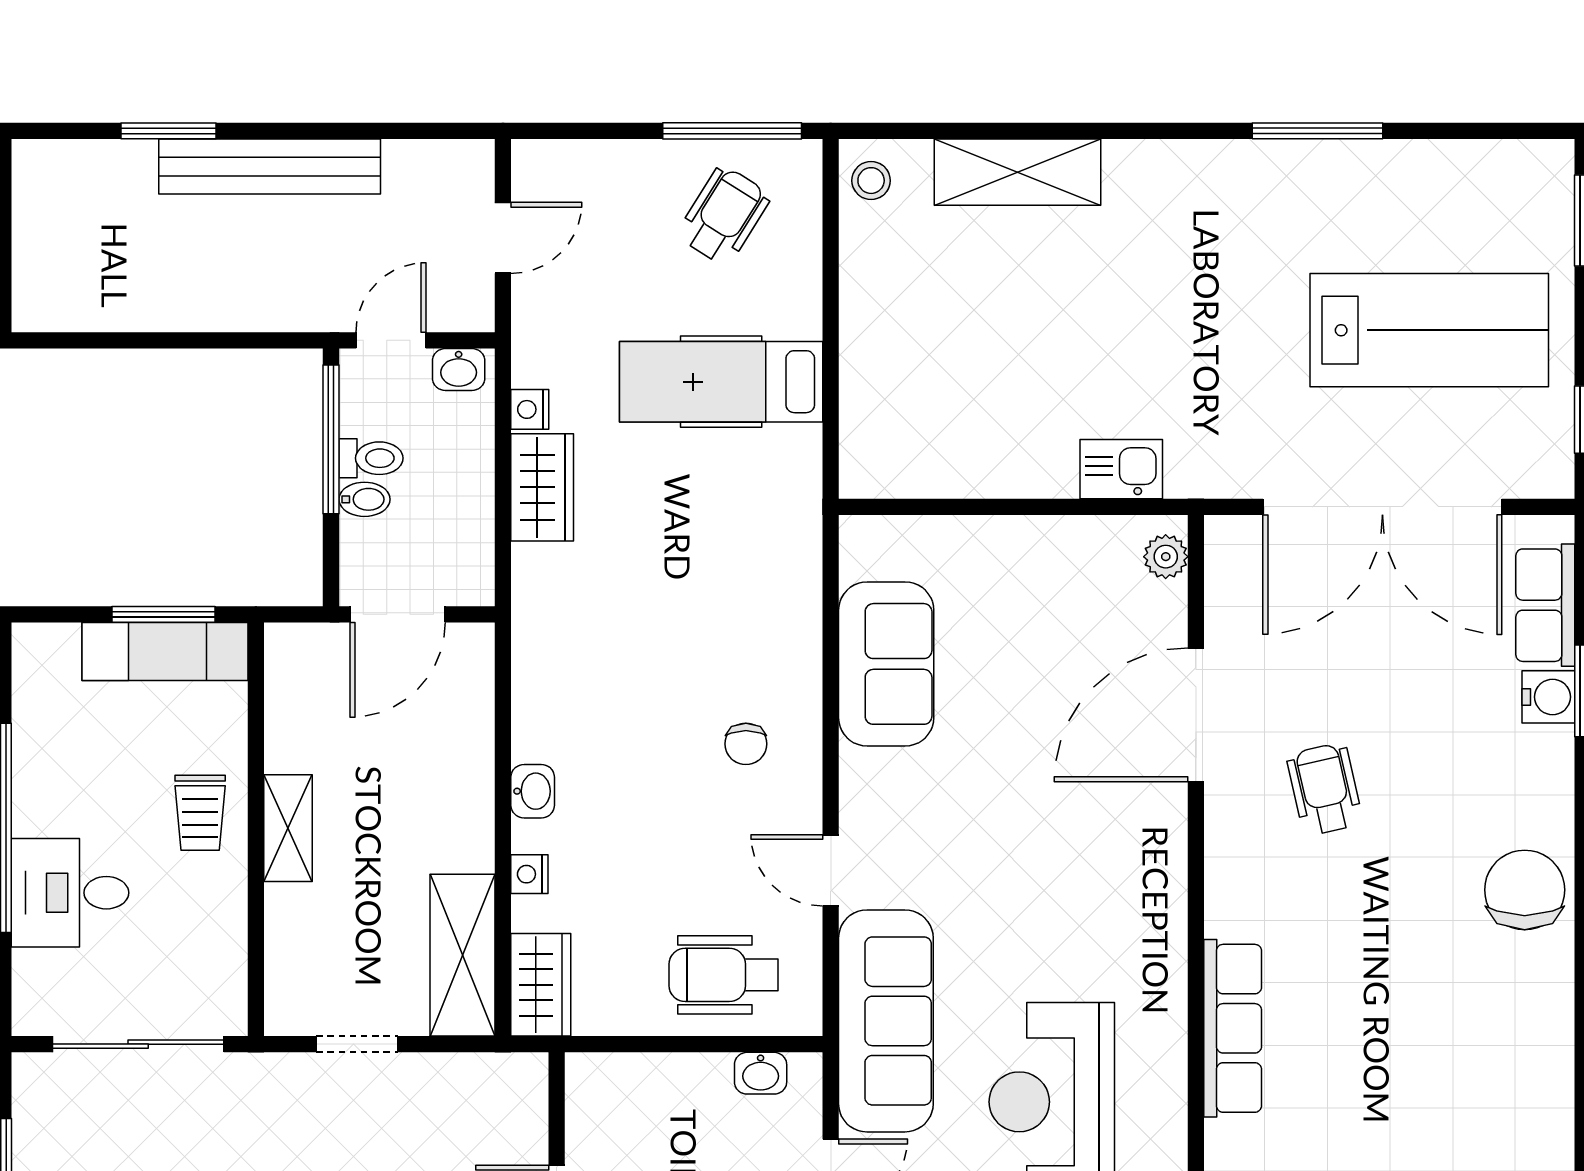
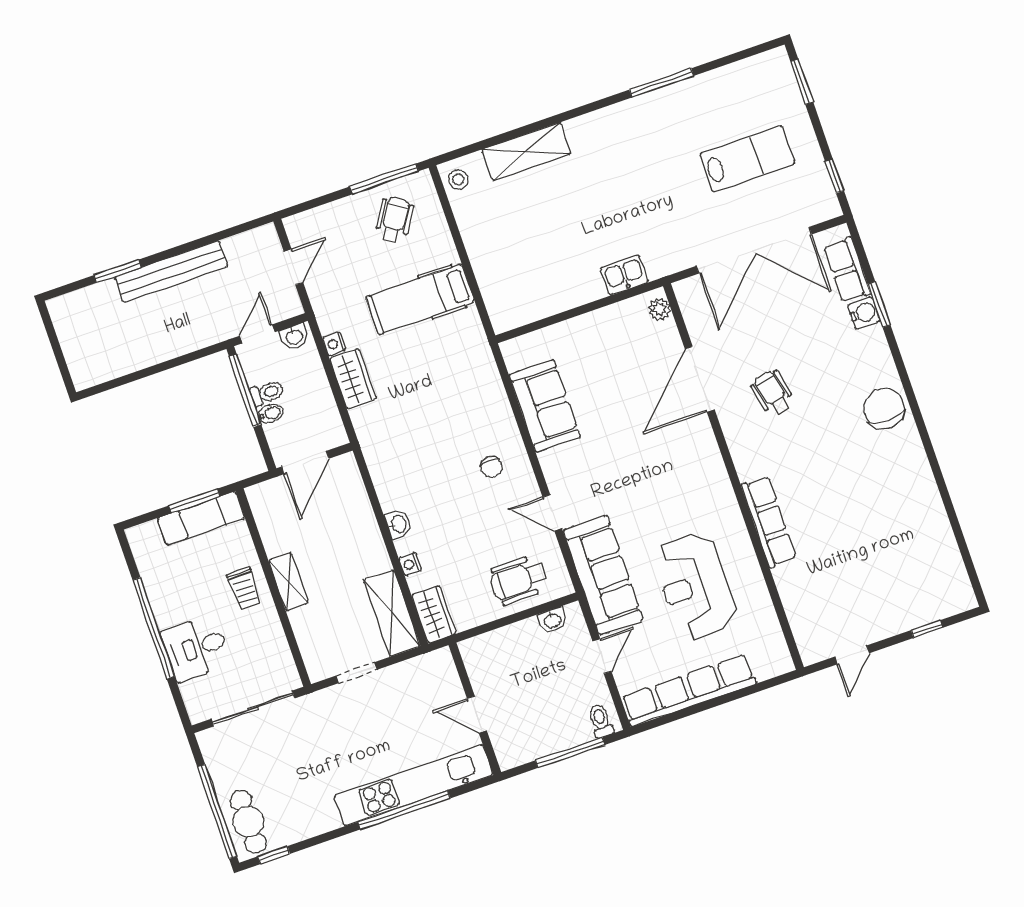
lab bench: (1429, 330) -> (747, 159), width x0.73, depth x0.72

